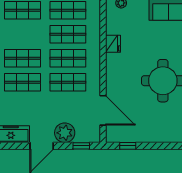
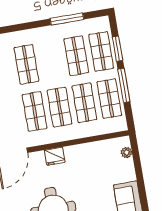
fridge: (113, 44) -> (55, 156), moved
shop shelf: (23, 58) -> (76, 56), moved

